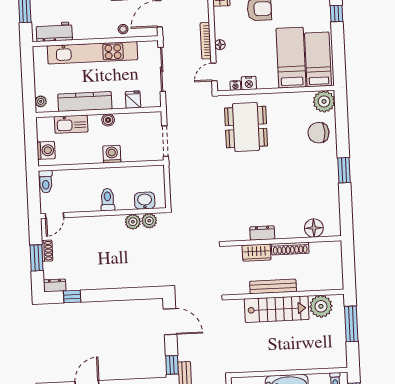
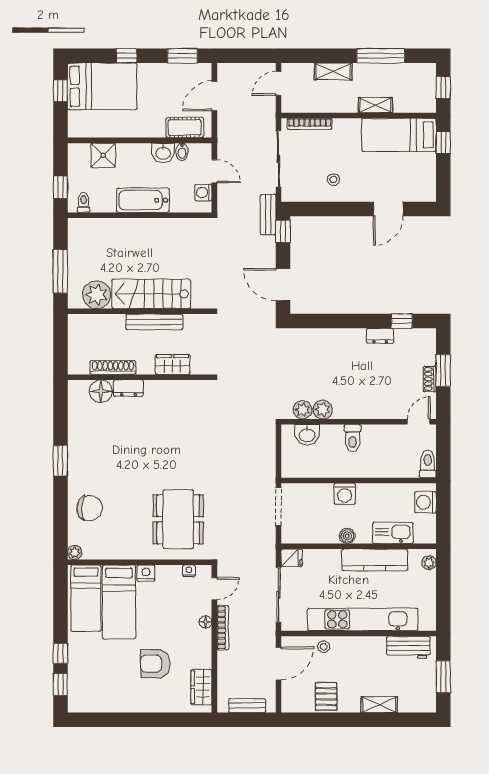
nightstand: (249, 83) -> (146, 573), moved
fridge: (133, 100) -> (292, 558), moved, turned -90
plant: (324, 101) -> (75, 552), width x0.53, depth x0.53
dresser: (262, 233) -> (128, 388), moved
shoe rack: (290, 249) -> (113, 367), moved
dresser: (55, 285) -> (380, 336), moved

